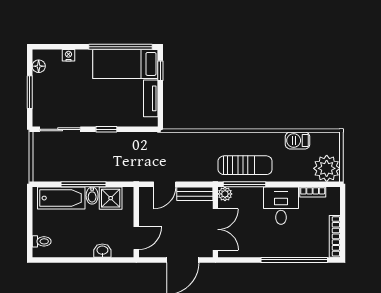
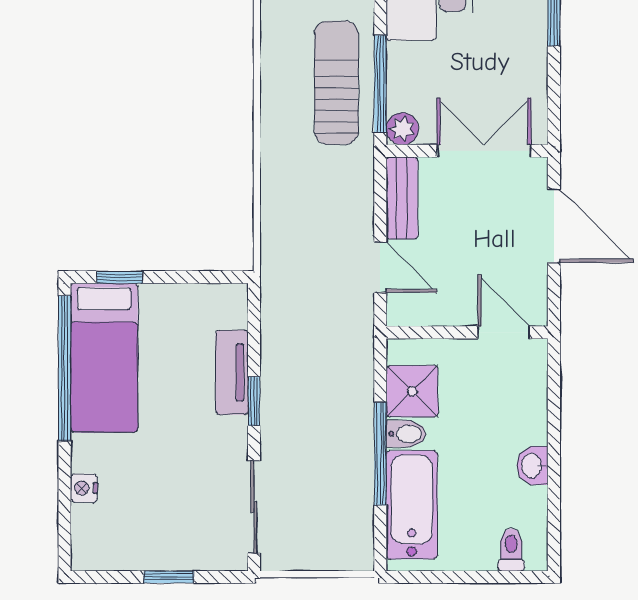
floor lamp: (39, 66) -> (109, 556), removed
window: (30, 92) -> (169, 577), width x0.67
tv unit: (151, 98) -> (232, 372), moved, turned 90
washbasin: (102, 251) -> (532, 466), moved

